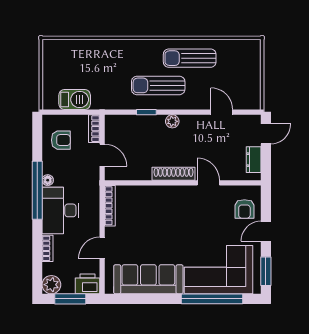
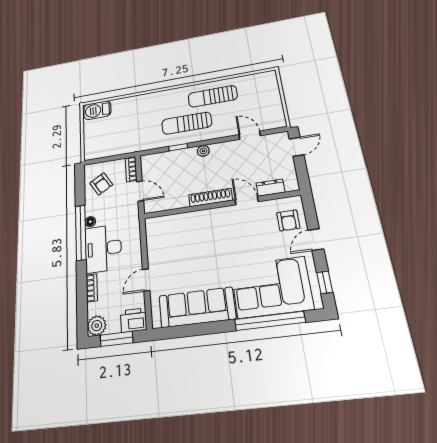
barbecue: (75, 100) -> (97, 110), moved, turned 180
armchair: (61, 140) -> (101, 184), turned 59
dresser: (254, 160) -> (270, 188), moved, turned 90
bookcase: (110, 206) -> (151, 237), removed
window: (266, 271) -> (325, 282), width x0.67

